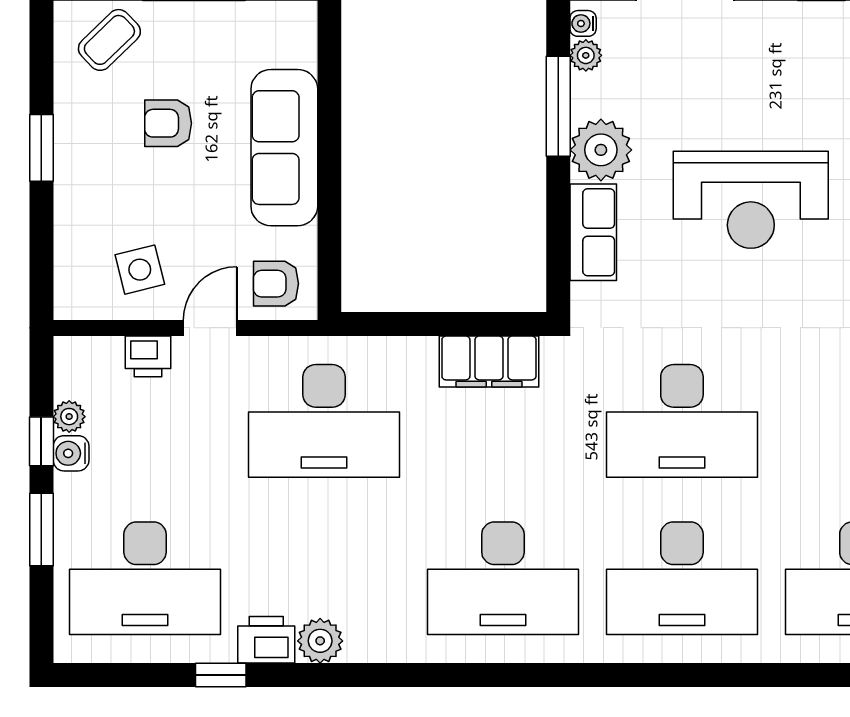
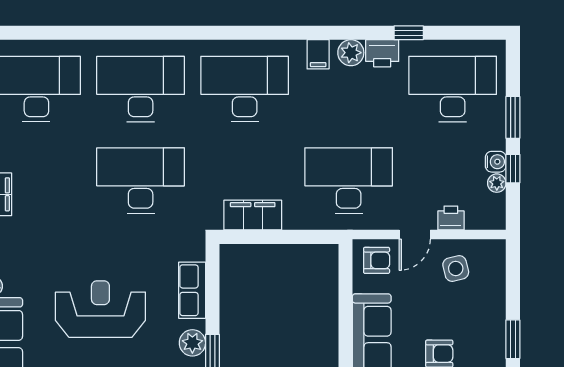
plant: (601, 150) -> (192, 343), width x0.73, depth x0.73
filing cabinet: (376, 638) -> (318, 54), added

